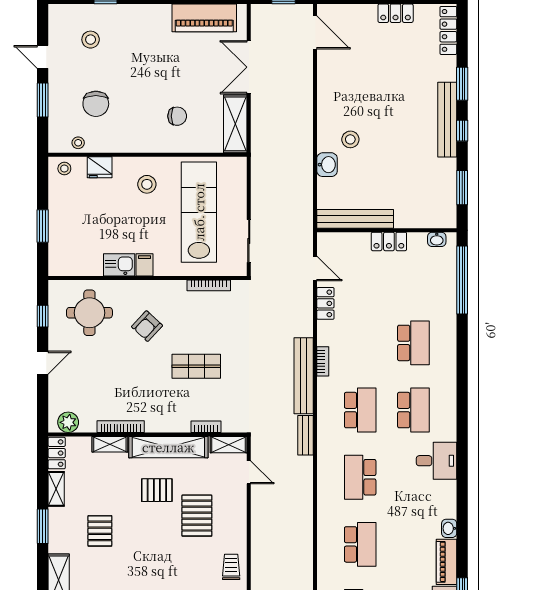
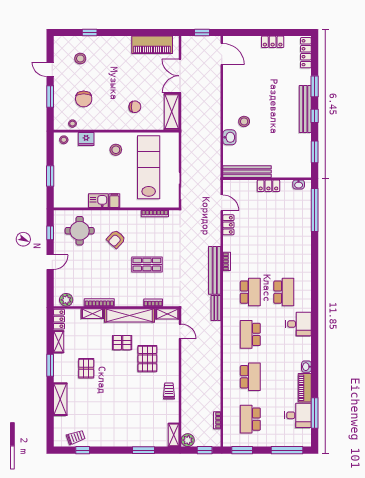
school desk: (413, 343) -> (284, 250), removed

